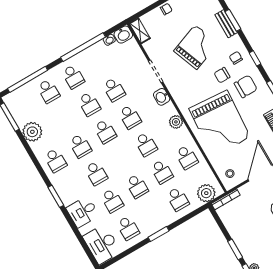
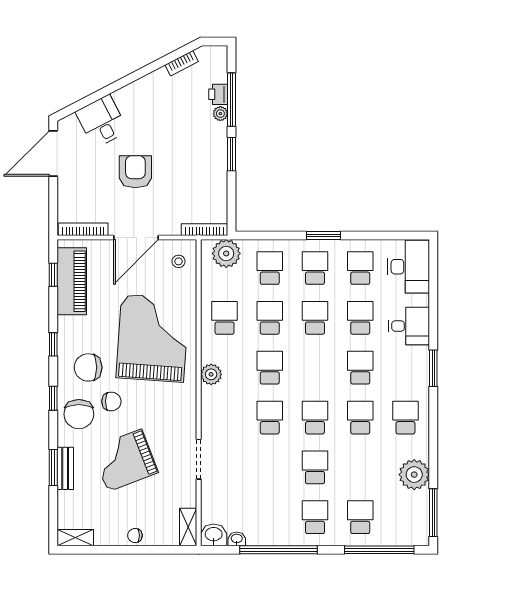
chair: (236, 58) -> (79, 414), width x1.87, depth x1.87
school desk: (114, 90) -> (315, 268), moved
washbasin: (162, 97) -> (211, 420), removed

